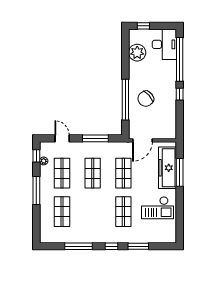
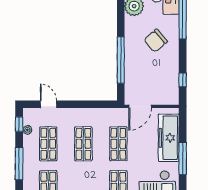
window: (180, 94) -> (183, 80), moved
chair: (146, 99) -> (156, 41), moved
window: (95, 138) -> (86, 104), removed
window: (180, 172) -> (183, 158), moved

